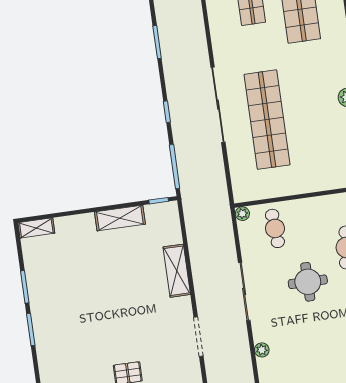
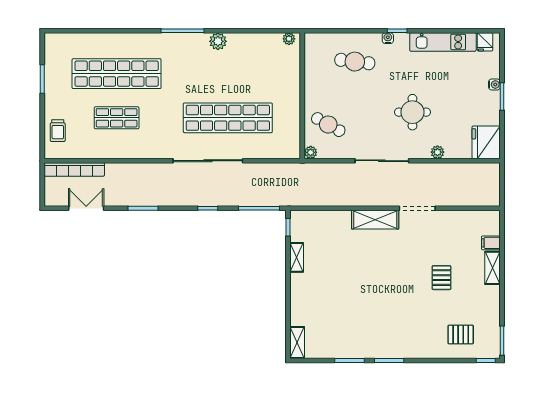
shelving: (120, 218) -> (297, 257), width x0.67, depth x0.75
cafe table: (275, 228) -> (328, 125), turned 33
shelving: (177, 271) -> (375, 220), moved
round table: (308, 282) -> (412, 112), moved

